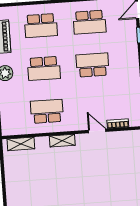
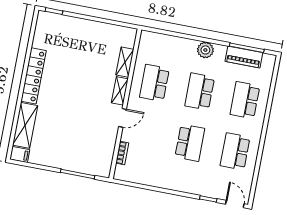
school desk: (47, 111) -> (154, 83), turned 180
door: (97, 131) -> (123, 118), moved
shelving: (21, 144) -> (125, 62), moved

